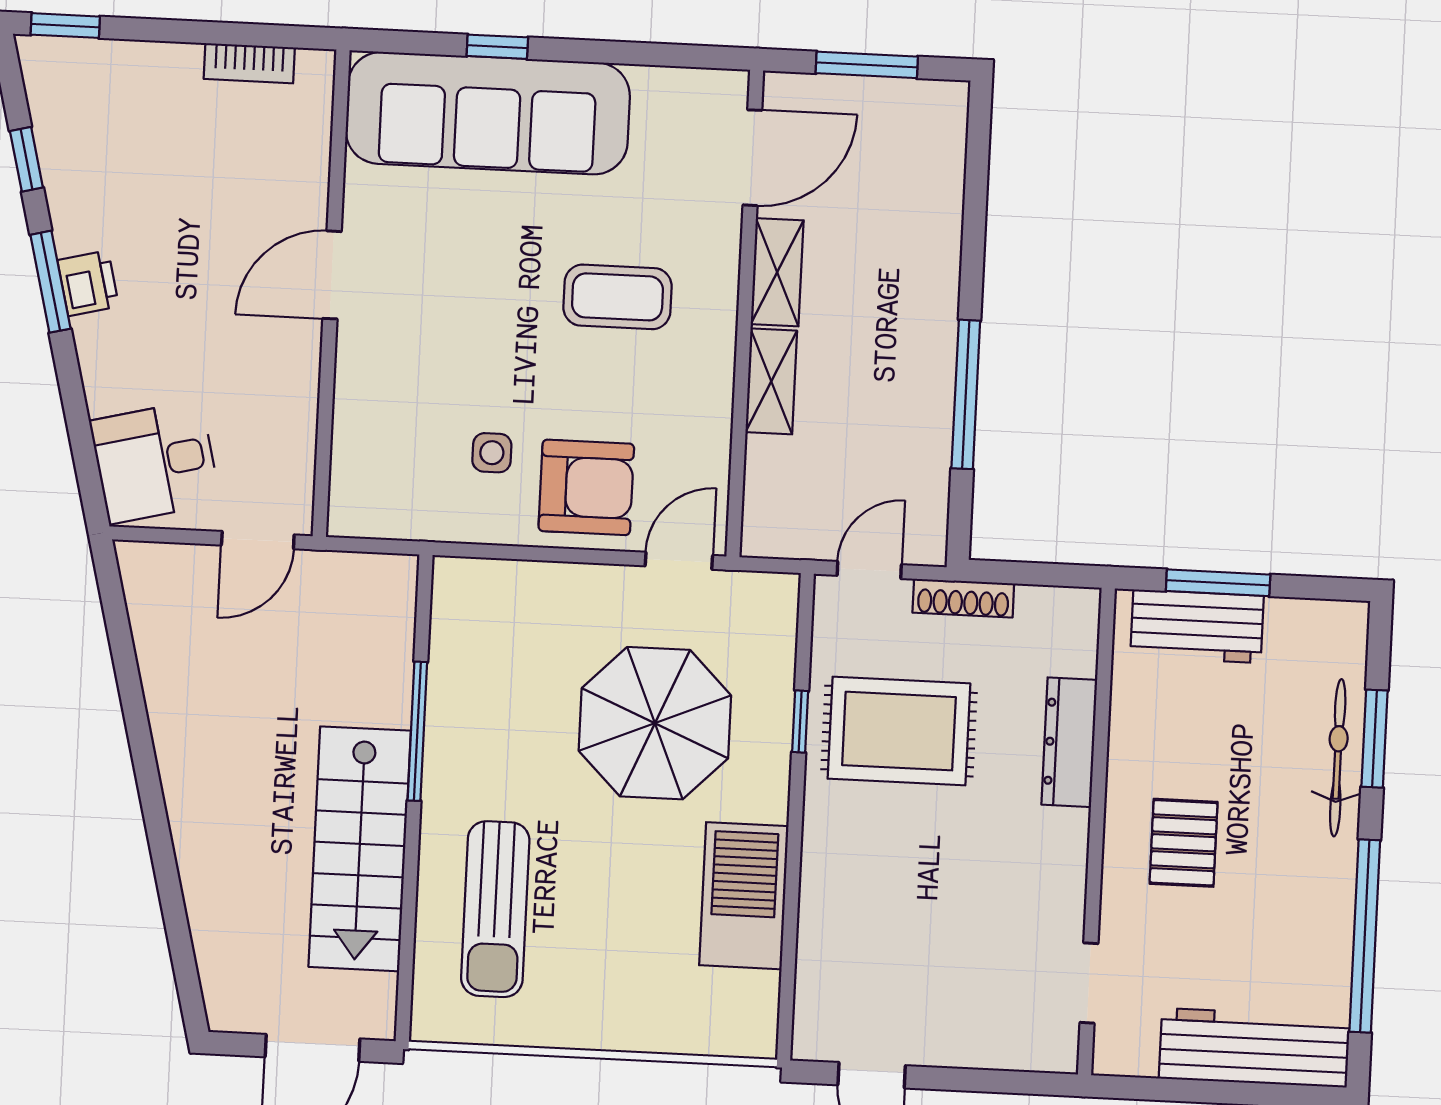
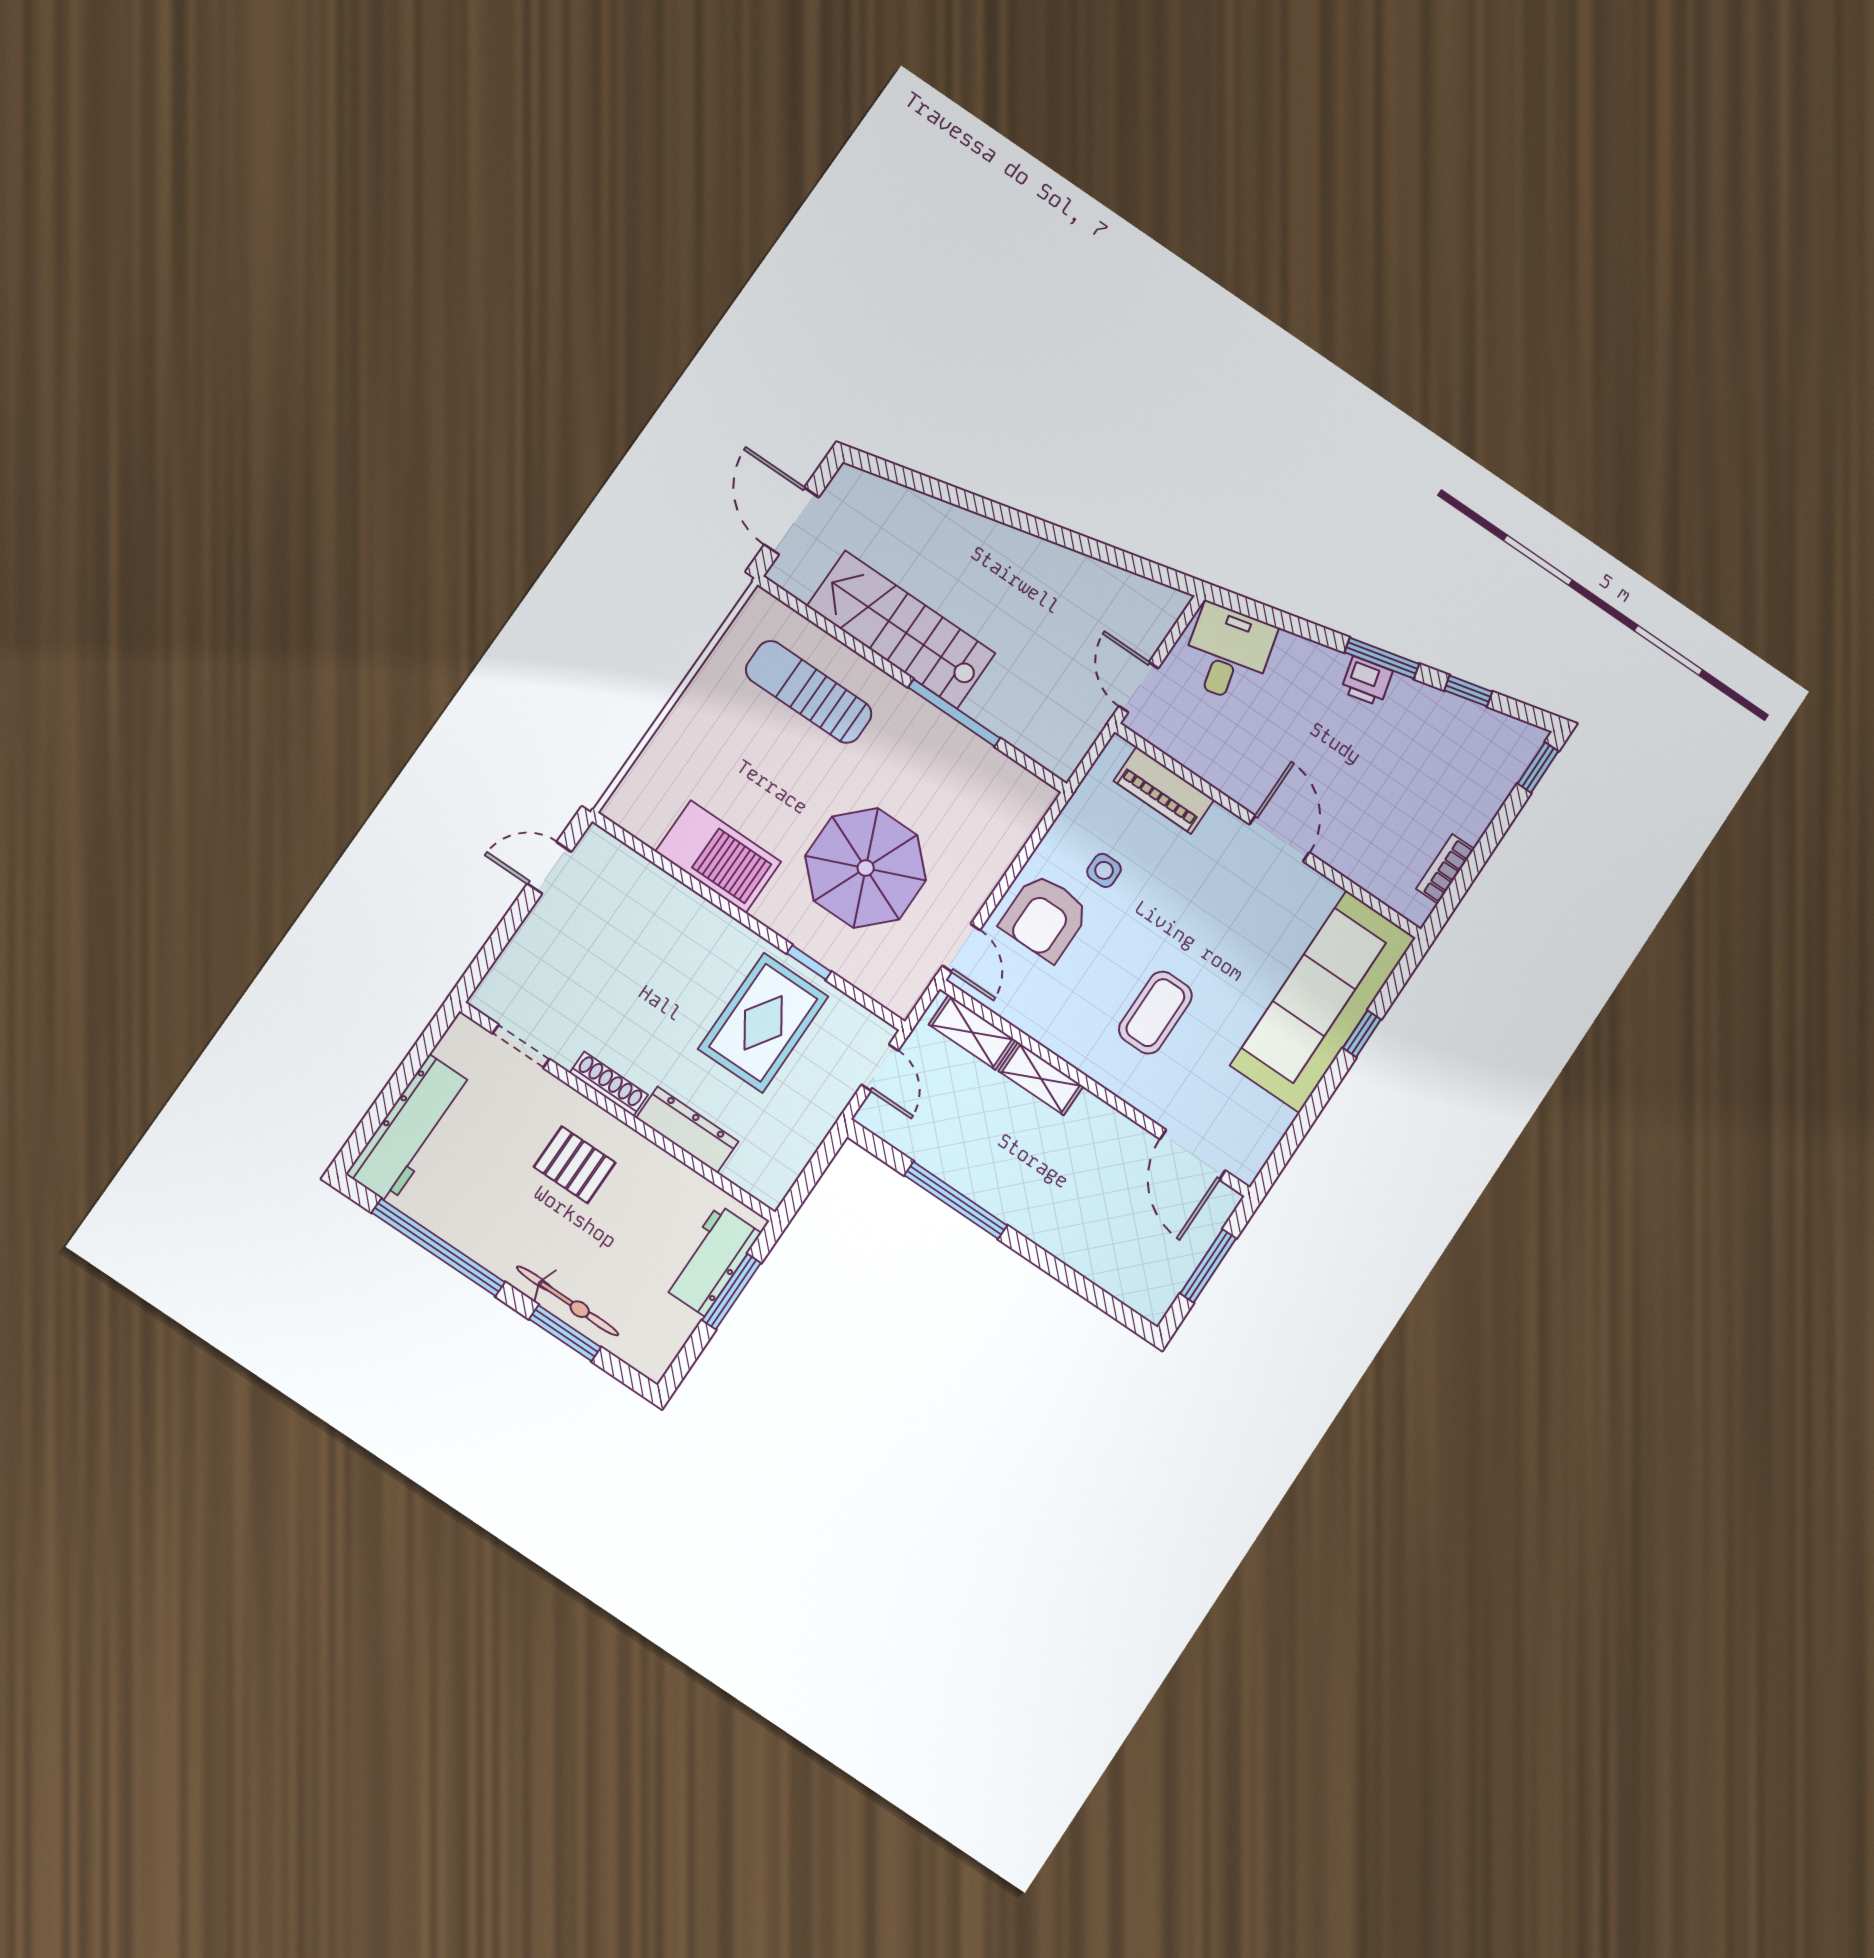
shelving: (777, 272) -> (972, 1032), moved
piano: (358, 440) -> (1164, 790), added
shoe rack: (963, 598) -> (609, 1084), moved, turned 90

